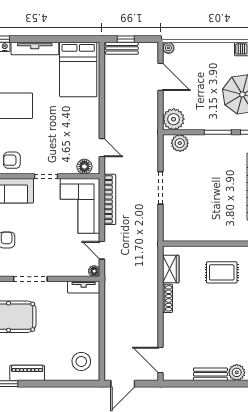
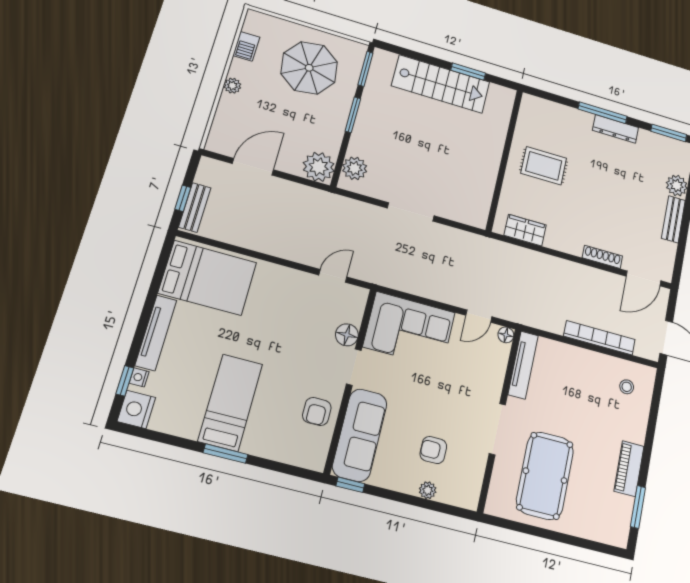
plant: (169, 48) -> (232, 86), moved
floor lamp: (84, 167) -> (347, 335), moved
bookcase: (110, 199) -> (599, 338), moved
rug: (222, 272) -> (544, 166), turned 90
tv unit: (84, 287) -> (523, 365), width x1.41
shoe rack: (168, 298) -> (602, 257), moved
stool: (81, 361) -> (627, 387), width x0.53, depth x0.53

